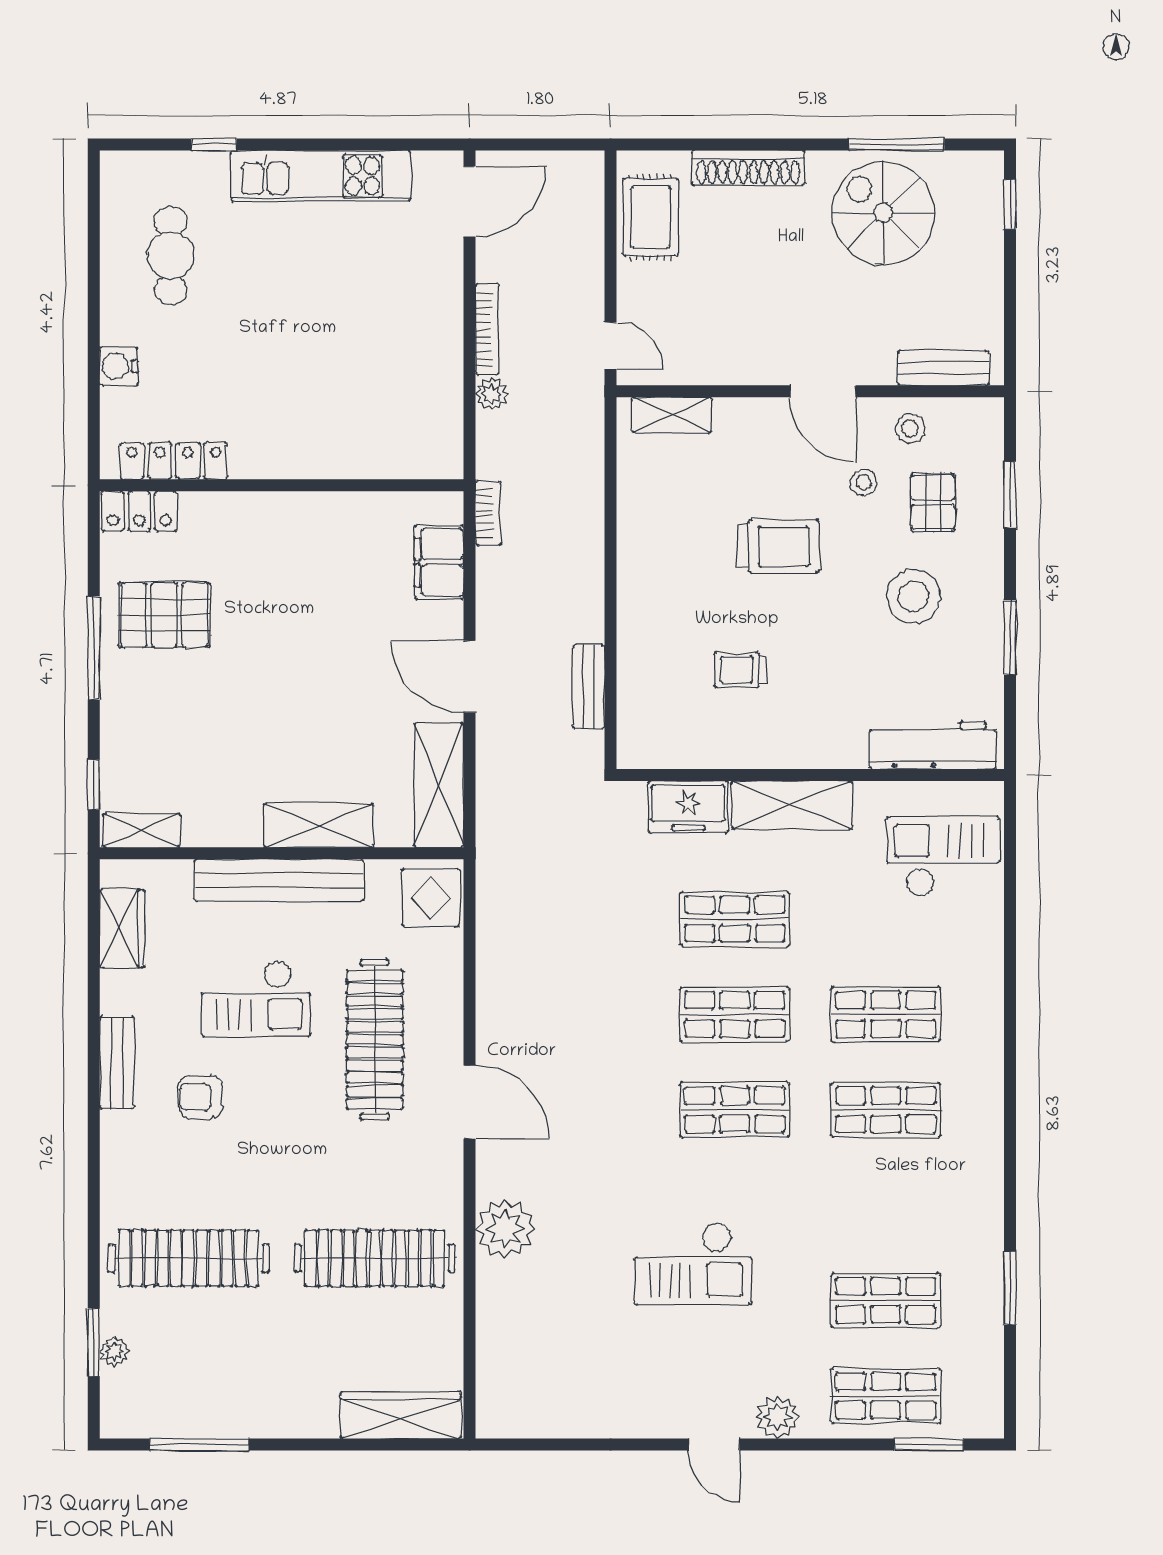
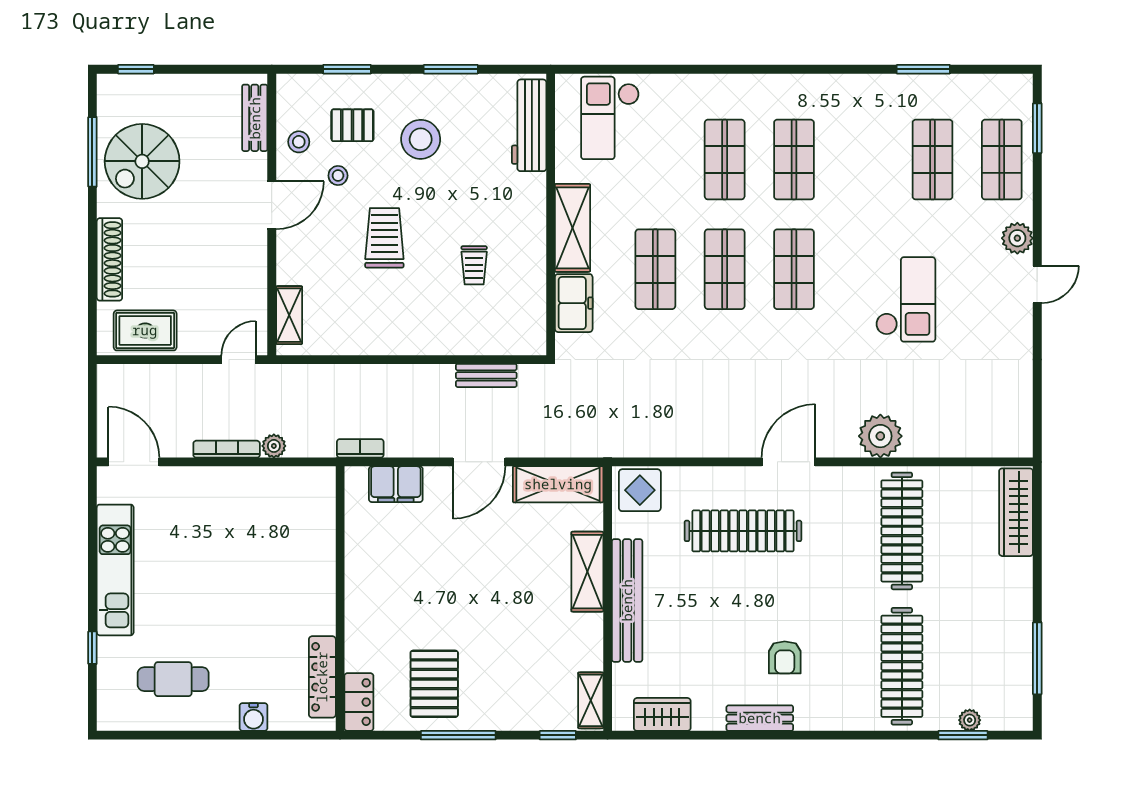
checkout: (256, 999) -> (713, 617), removed

